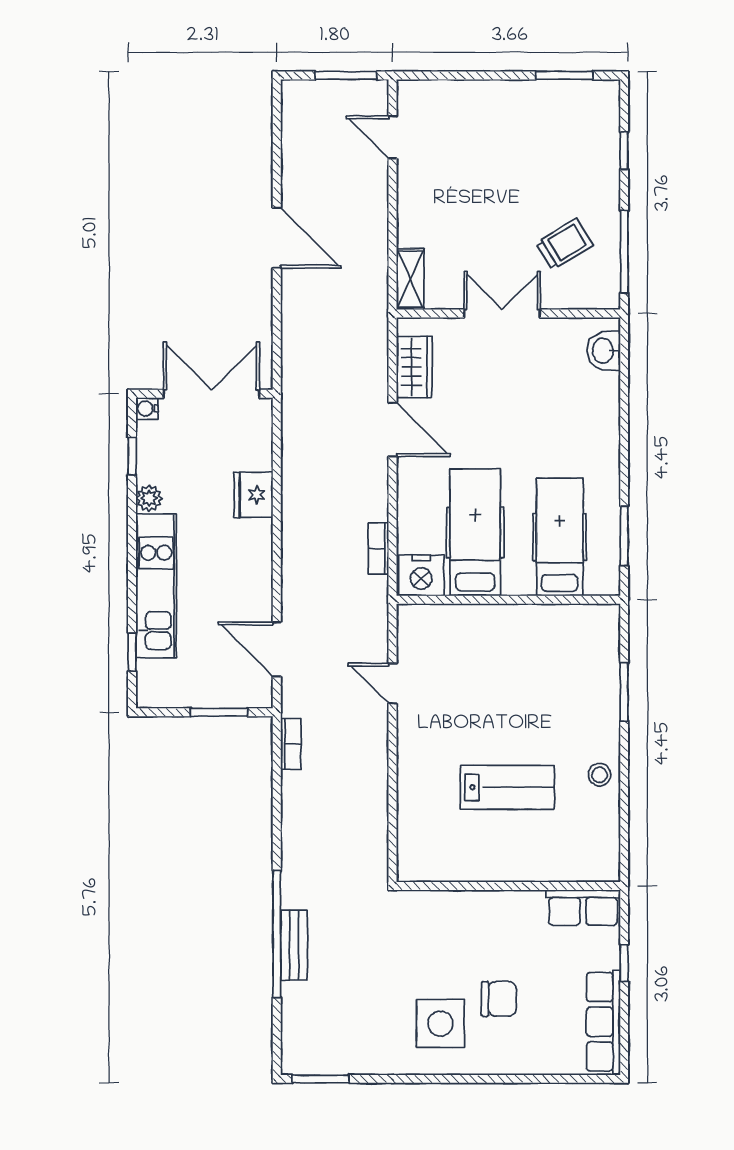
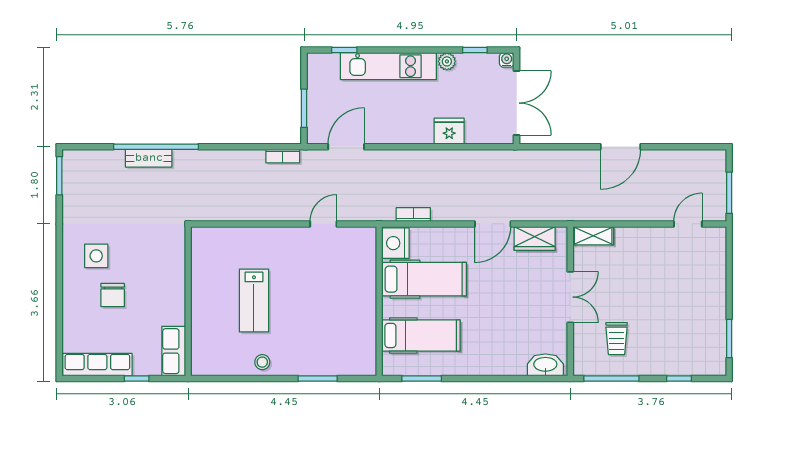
trolley: (564, 244) -> (617, 339), turned 31
washbasin: (604, 351) -> (545, 365), width x1.38
side table: (440, 1024) -> (96, 256), width x0.73, depth x0.73

